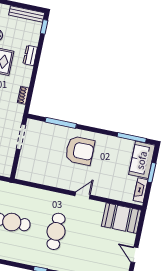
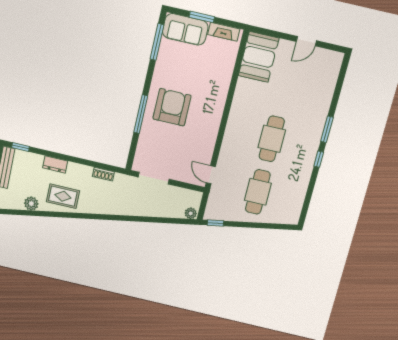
window: (61, 123) -> (141, 114), moved
door: (83, 195) -> (211, 175), moved
cafe table: (56, 231) -> (272, 139), turned 90

